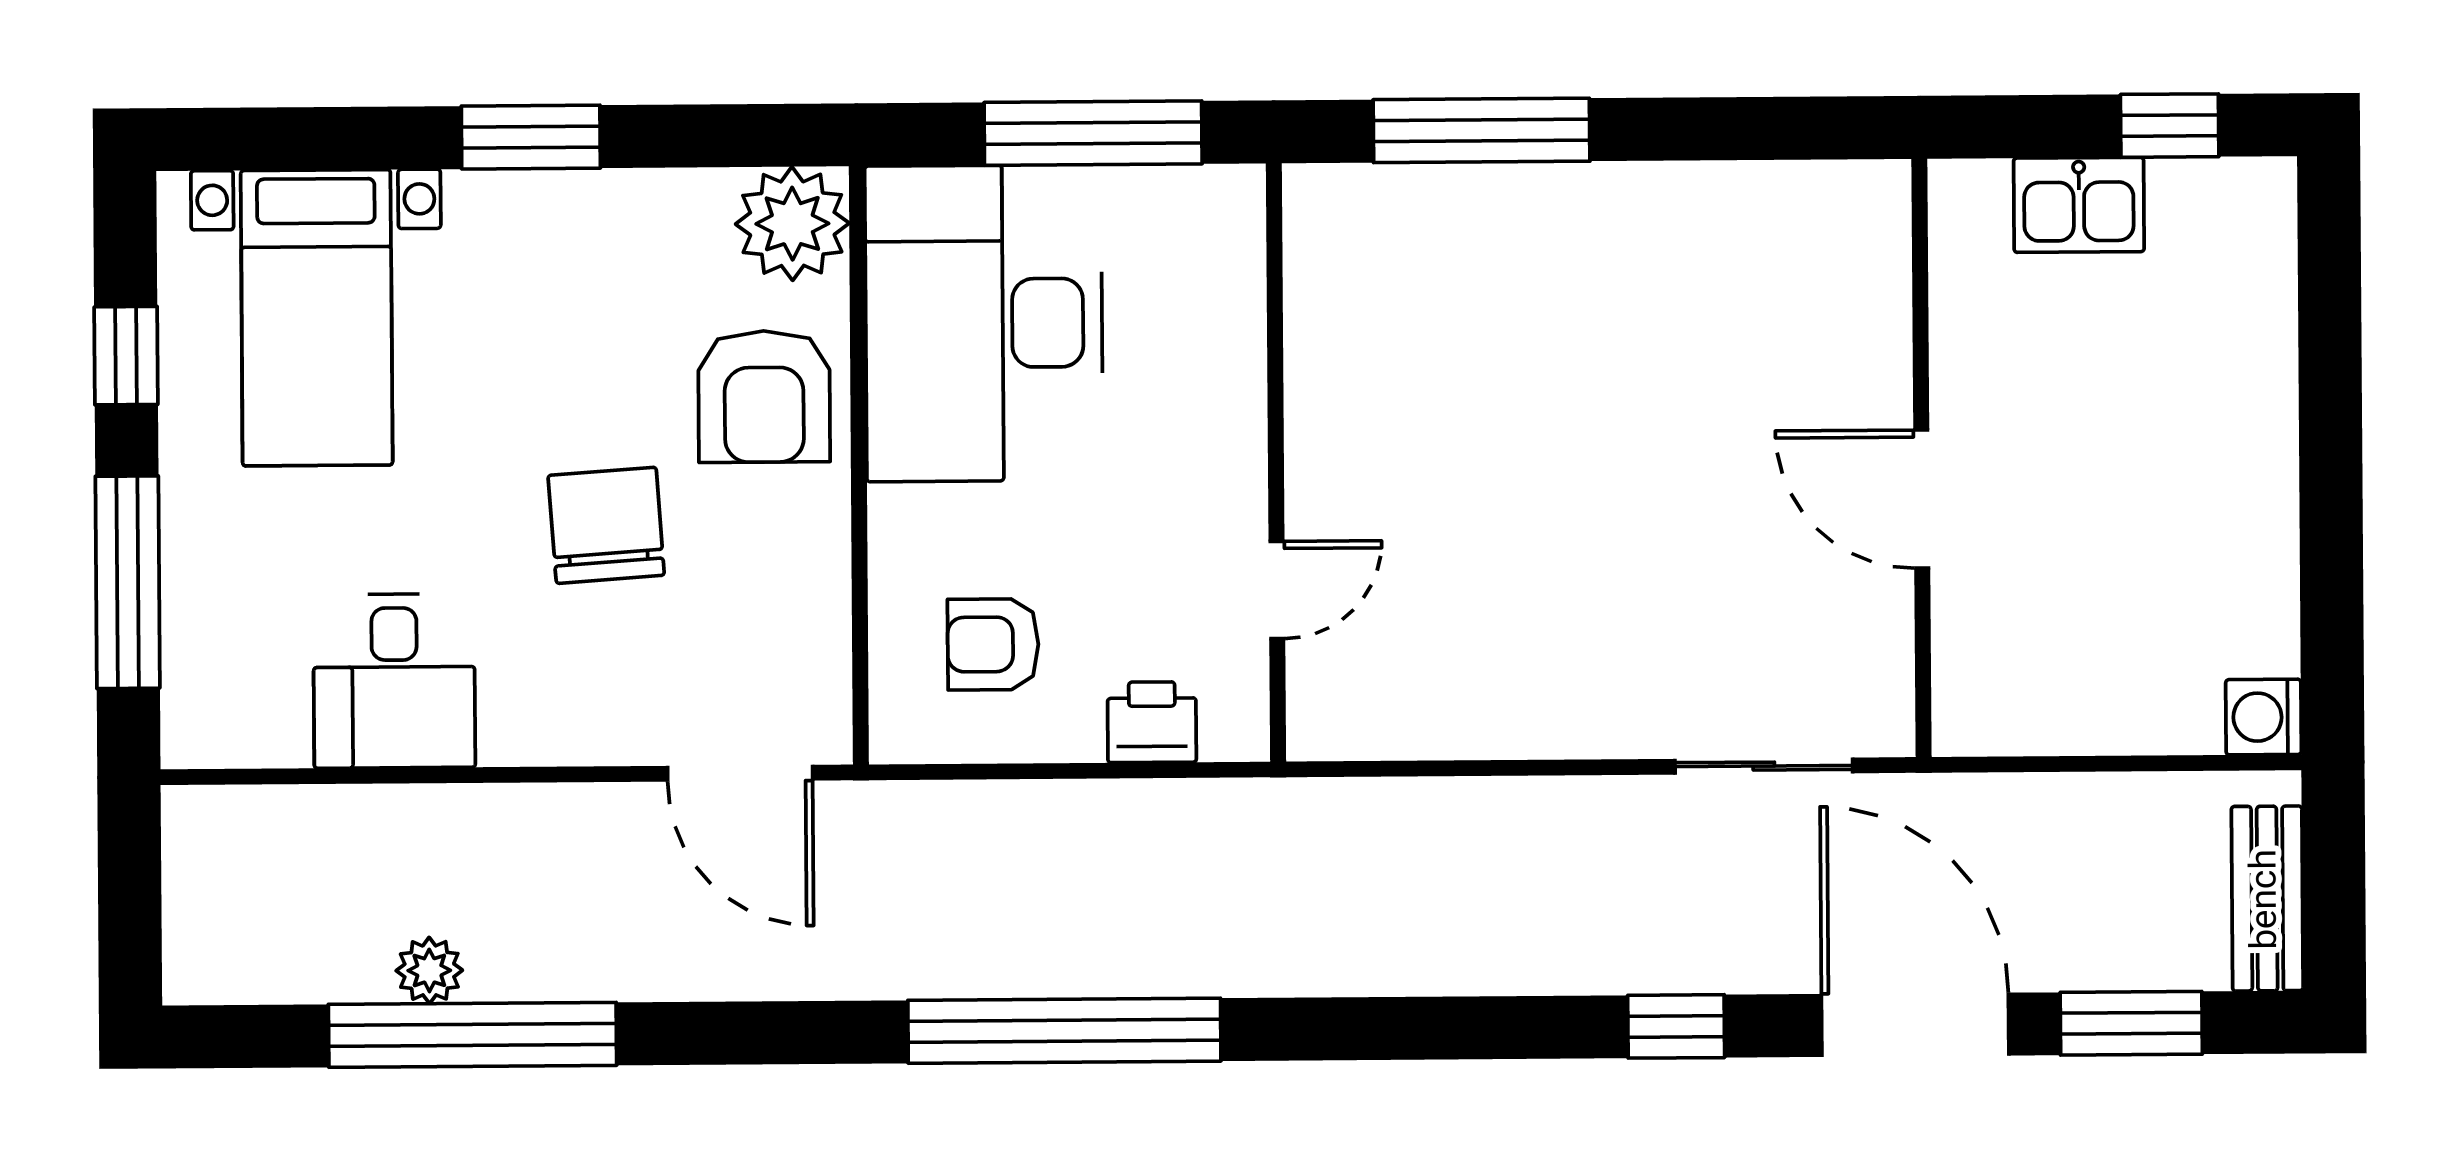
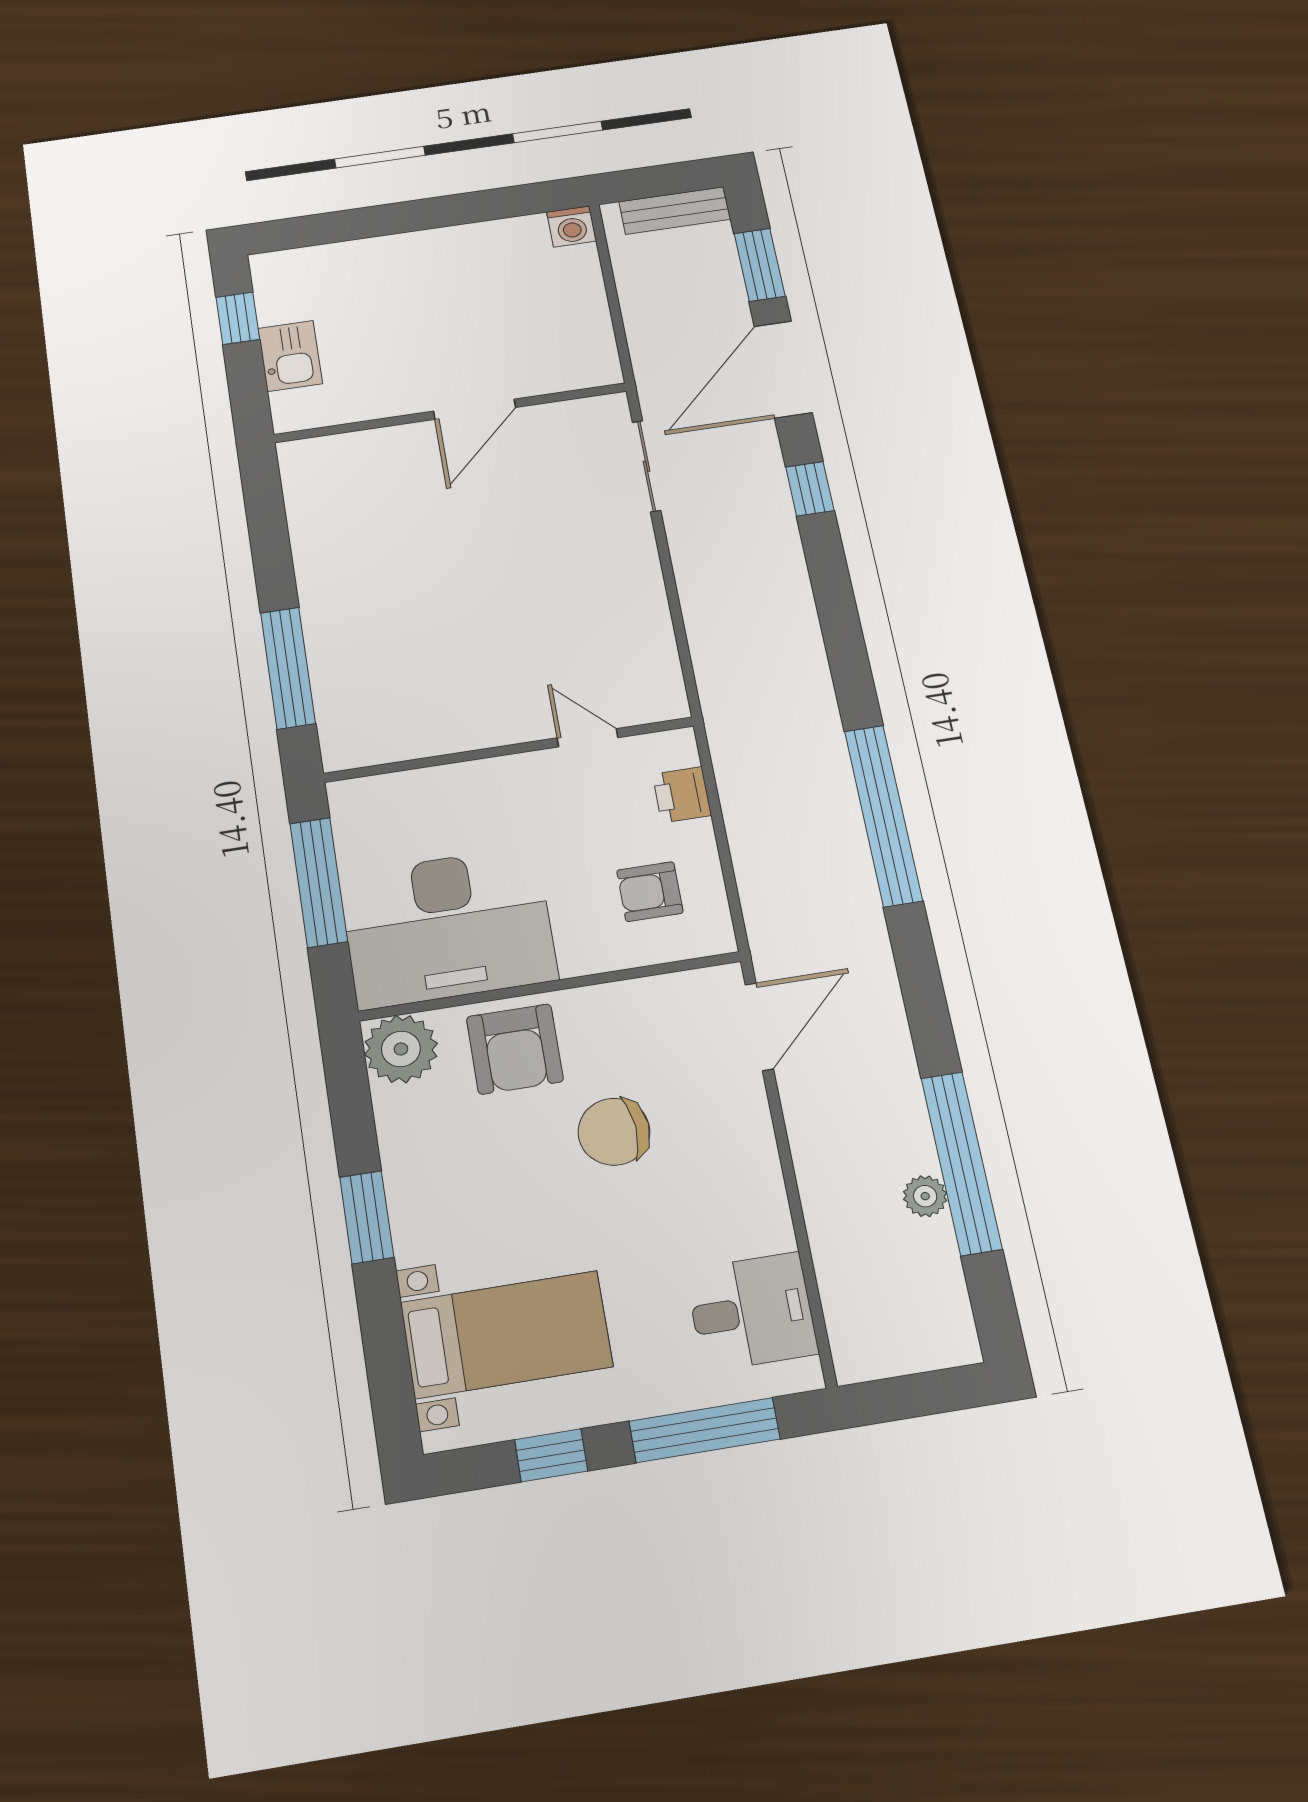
armchair: (764, 396) -> (515, 1049), turned 90
armchair: (993, 644) -> (650, 892), turned 90
desk: (394, 681) -> (752, 1312), moved

